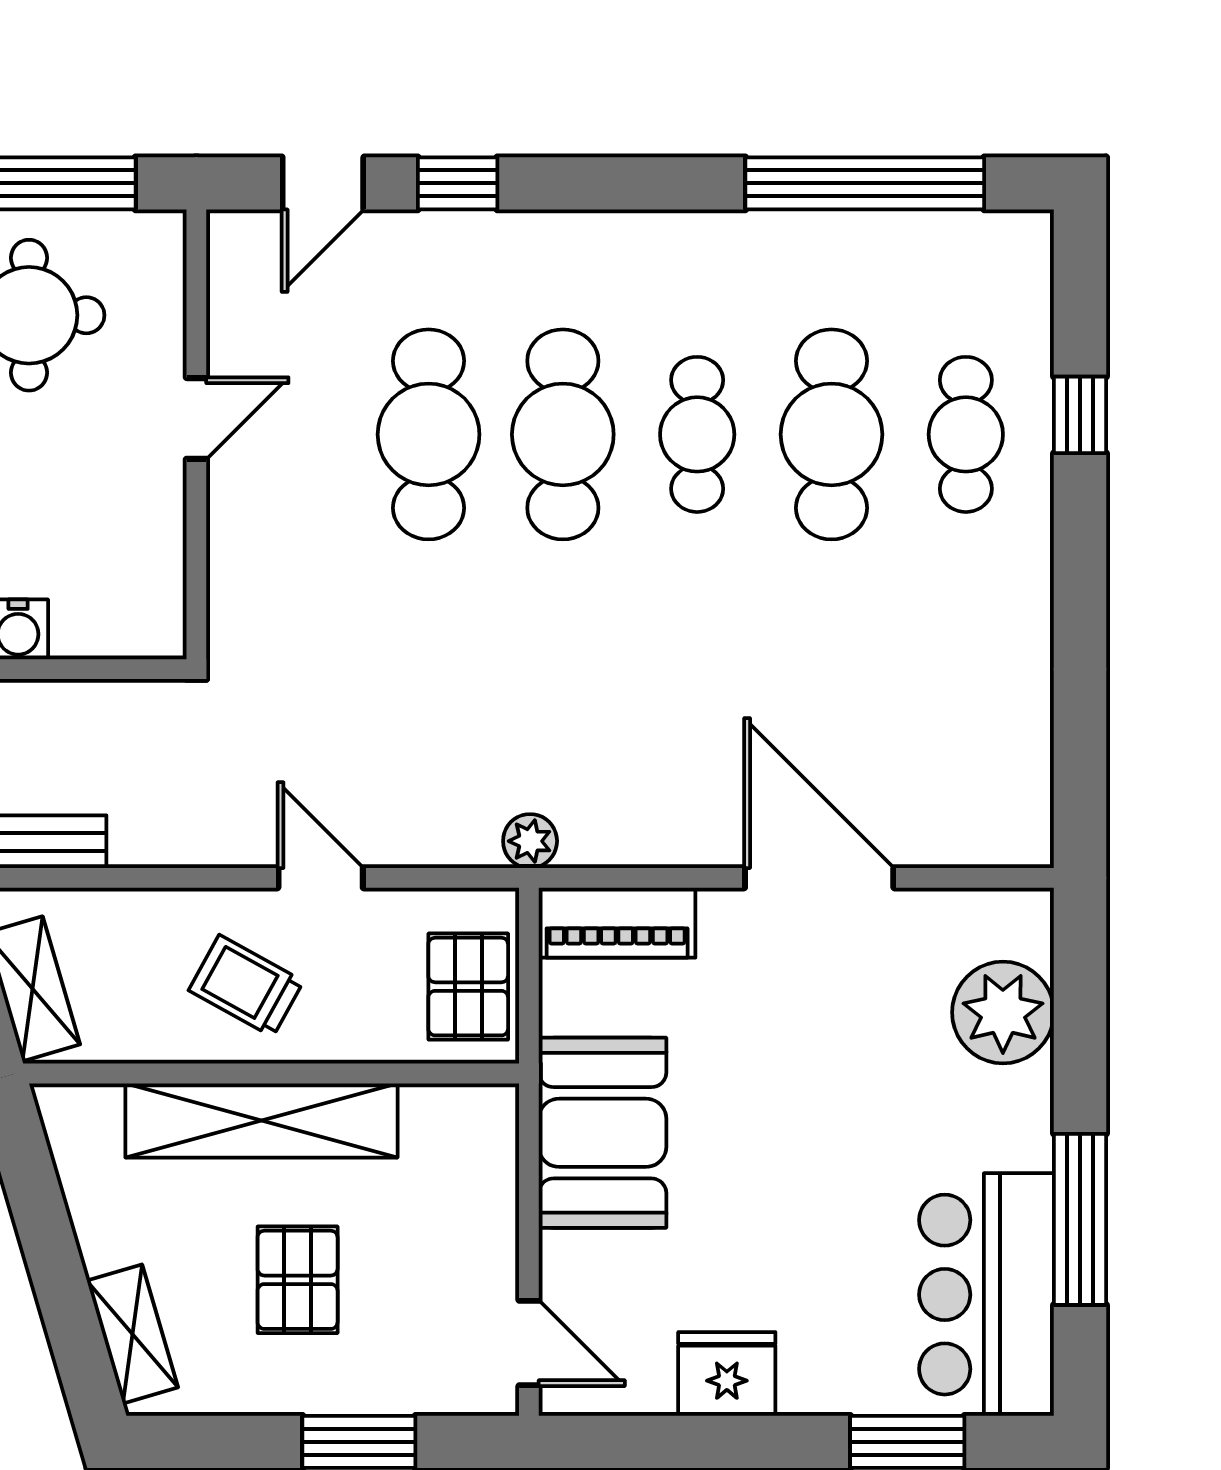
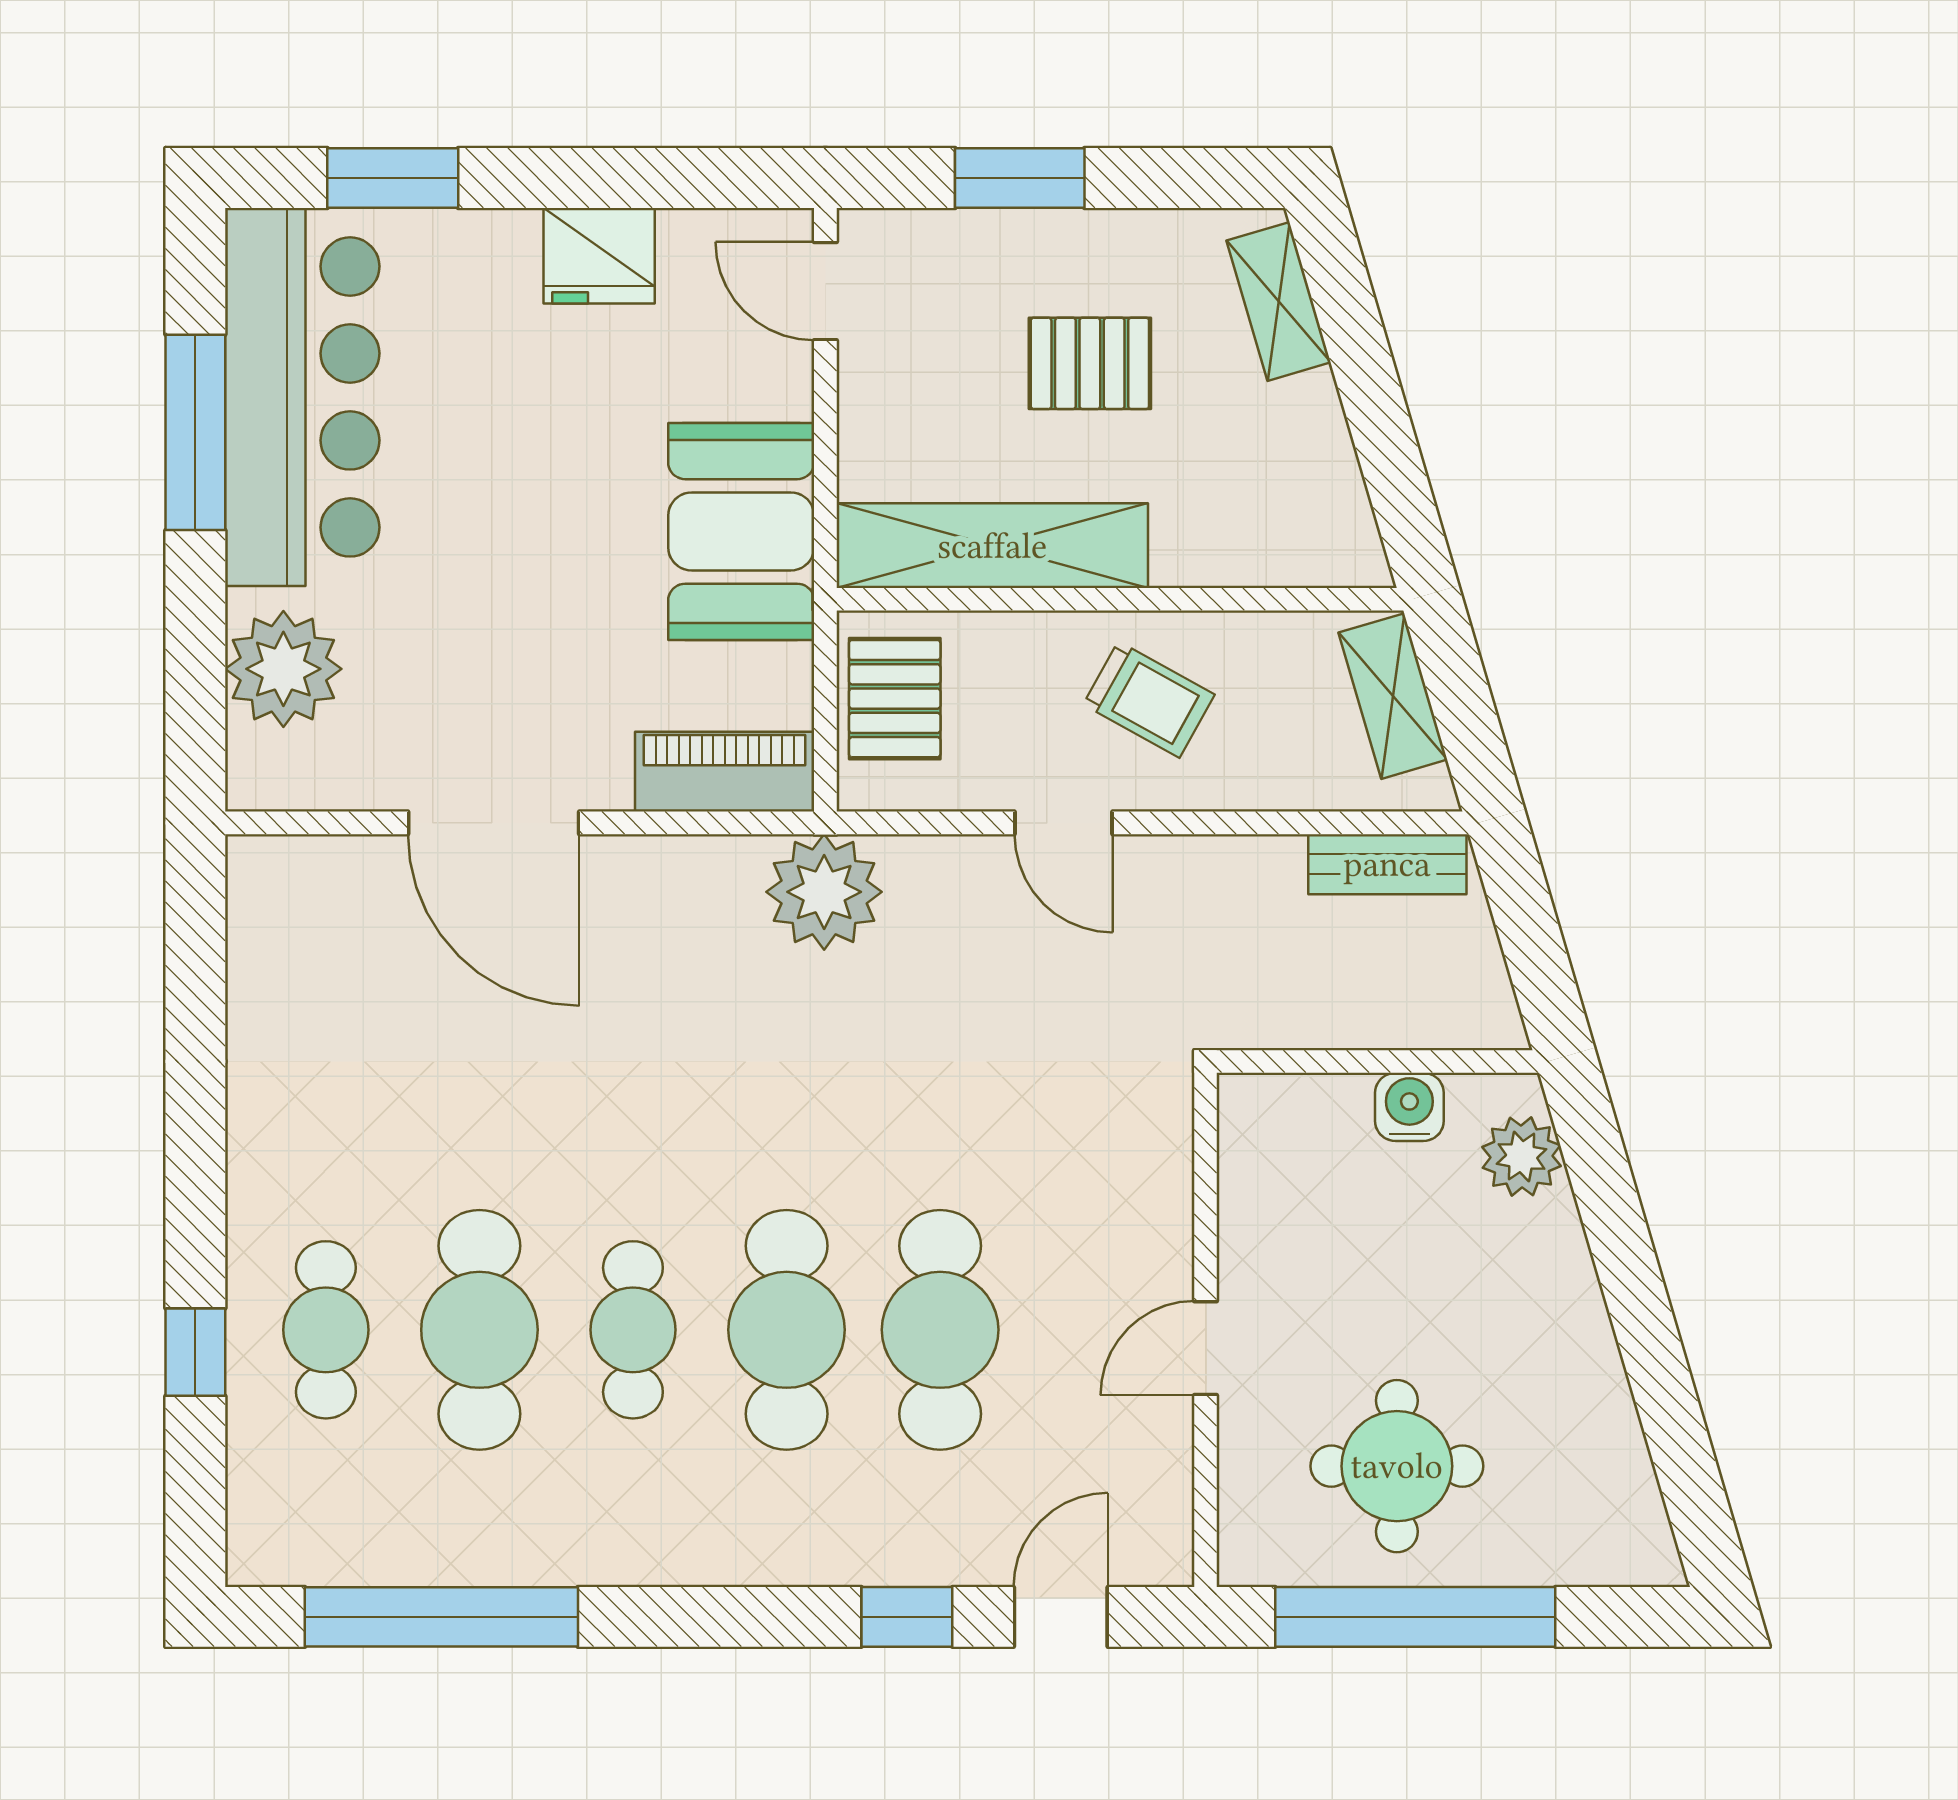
plant: (530, 841) -> (824, 892), width x1.88, depth x1.88
shelving: (261, 1120) -> (992, 546), moved
pallet: (298, 1280) -> (1090, 363), turned 90
bar counter: (986, 1295) -> (302, 397), width x1.36

